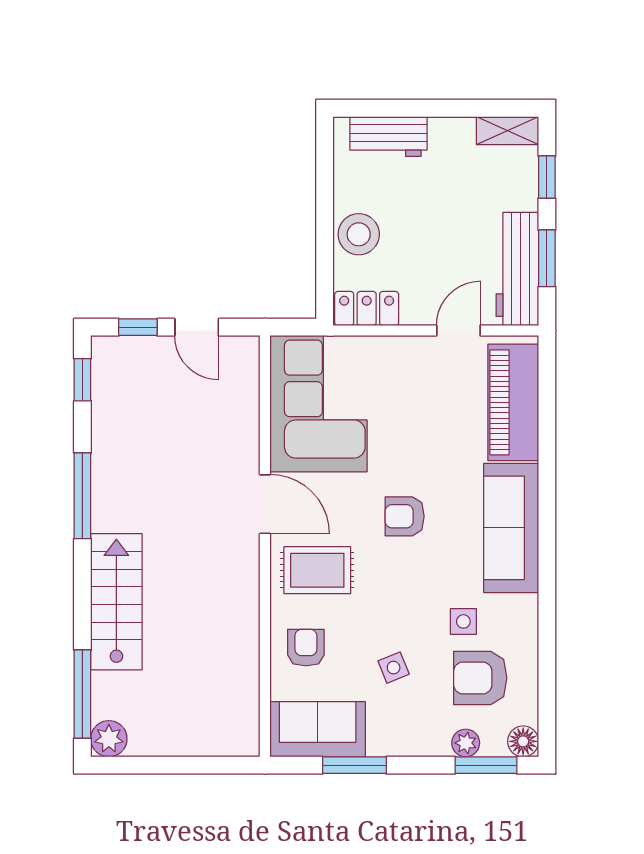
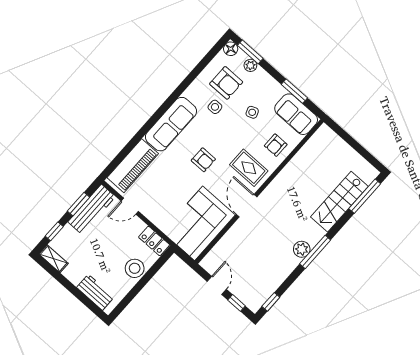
window: (82, 496) -> (315, 252), moved
stairs: (116, 602) -> (339, 202), moved
plant: (109, 739) -> (302, 249), moved

